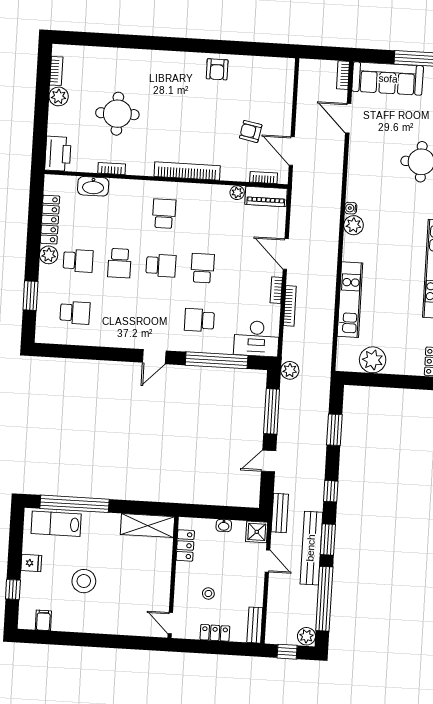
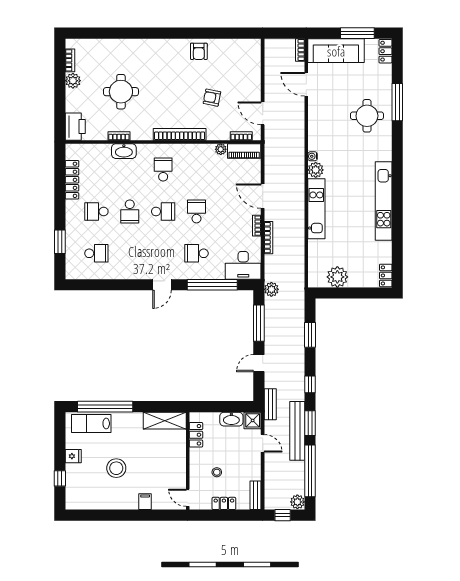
armchair: (251, 131) -> (212, 98), moved
washbasin: (93, 186) -> (124, 151), moved
plant: (49, 255) -> (73, 208), removed
school desk: (78, 261) -> (96, 211), turned 180
kitchen unit: (350, 300) -> (316, 209), moved
washbasin: (224, 526) -> (231, 419), width x1.91, depth x1.45
filing cabinet: (43, 620) -> (145, 502), moved

